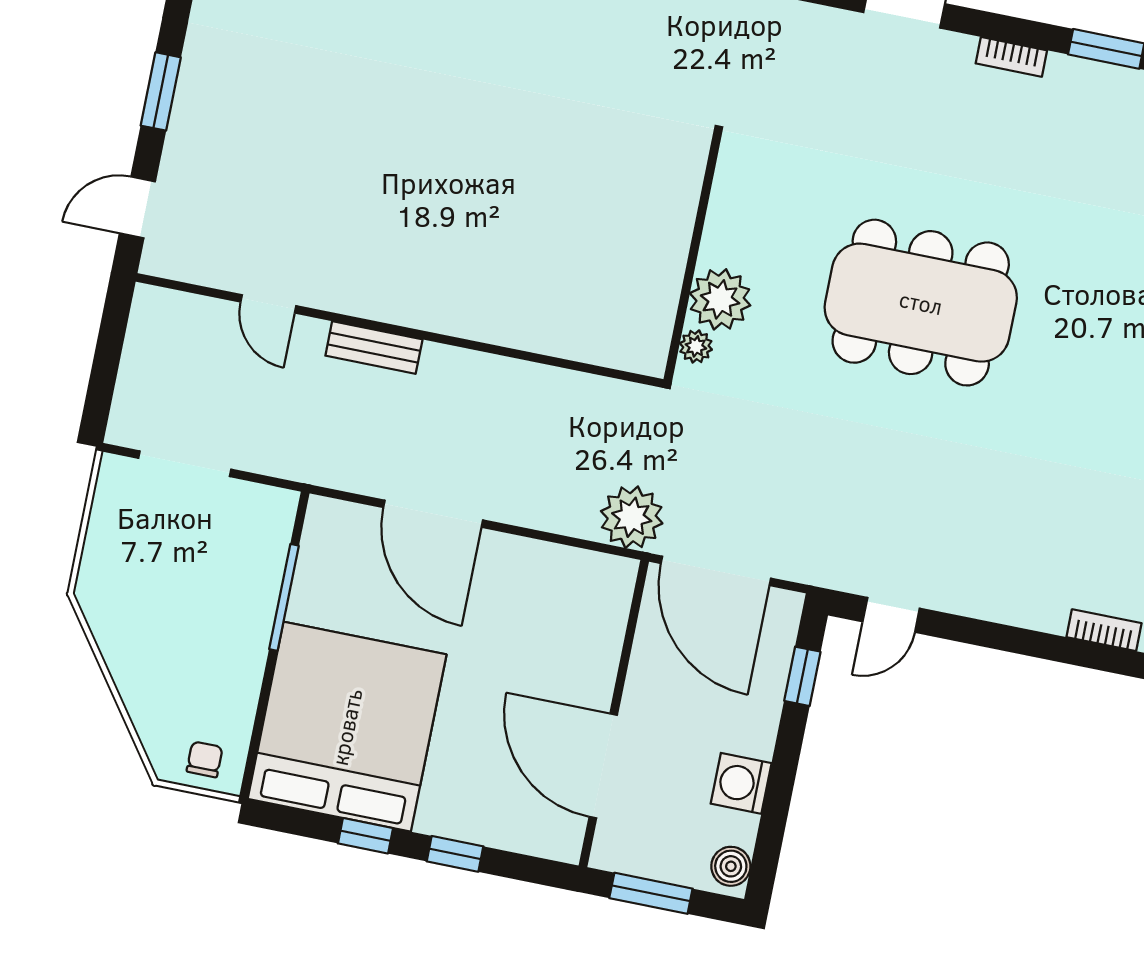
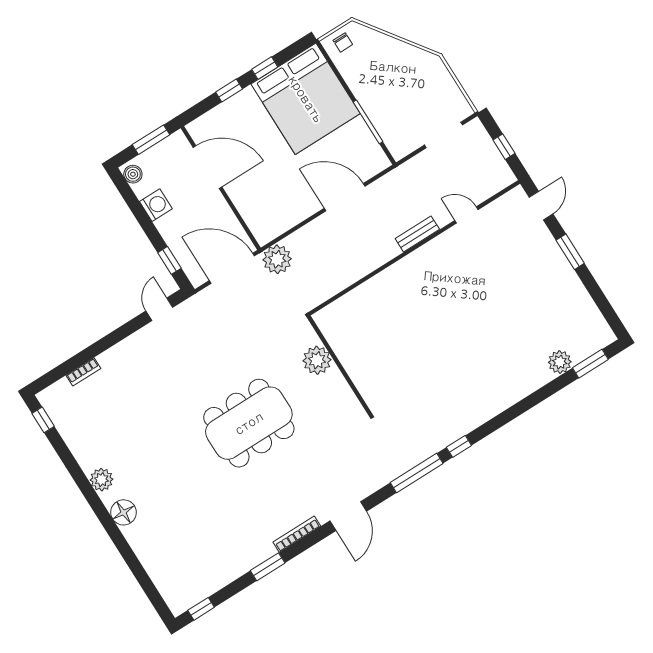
bookcase: (1011, 57) -> (297, 534), width x1.56
plant: (696, 346) -> (310, 337), removed
window: (108, 355) -> (504, 147), added

